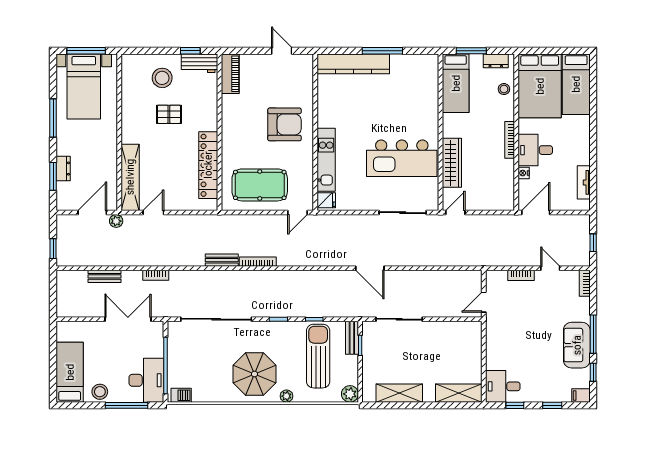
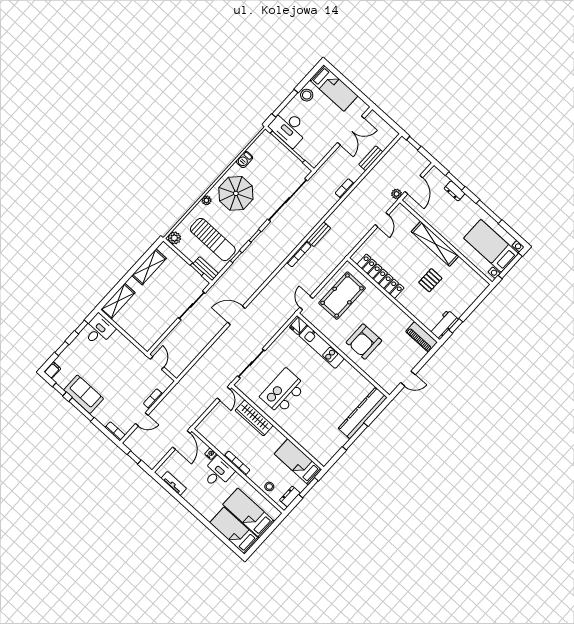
stool: (162, 78) -> (455, 295), removed
bed: (540, 86) -> (249, 513), width x0.67
kitchen island: (402, 158) -> (283, 391), width x0.73
shelving: (130, 177) -> (435, 244), moved
double door: (128, 319) -> (351, 131), moved
barbecue: (181, 395) -> (244, 159), moved

